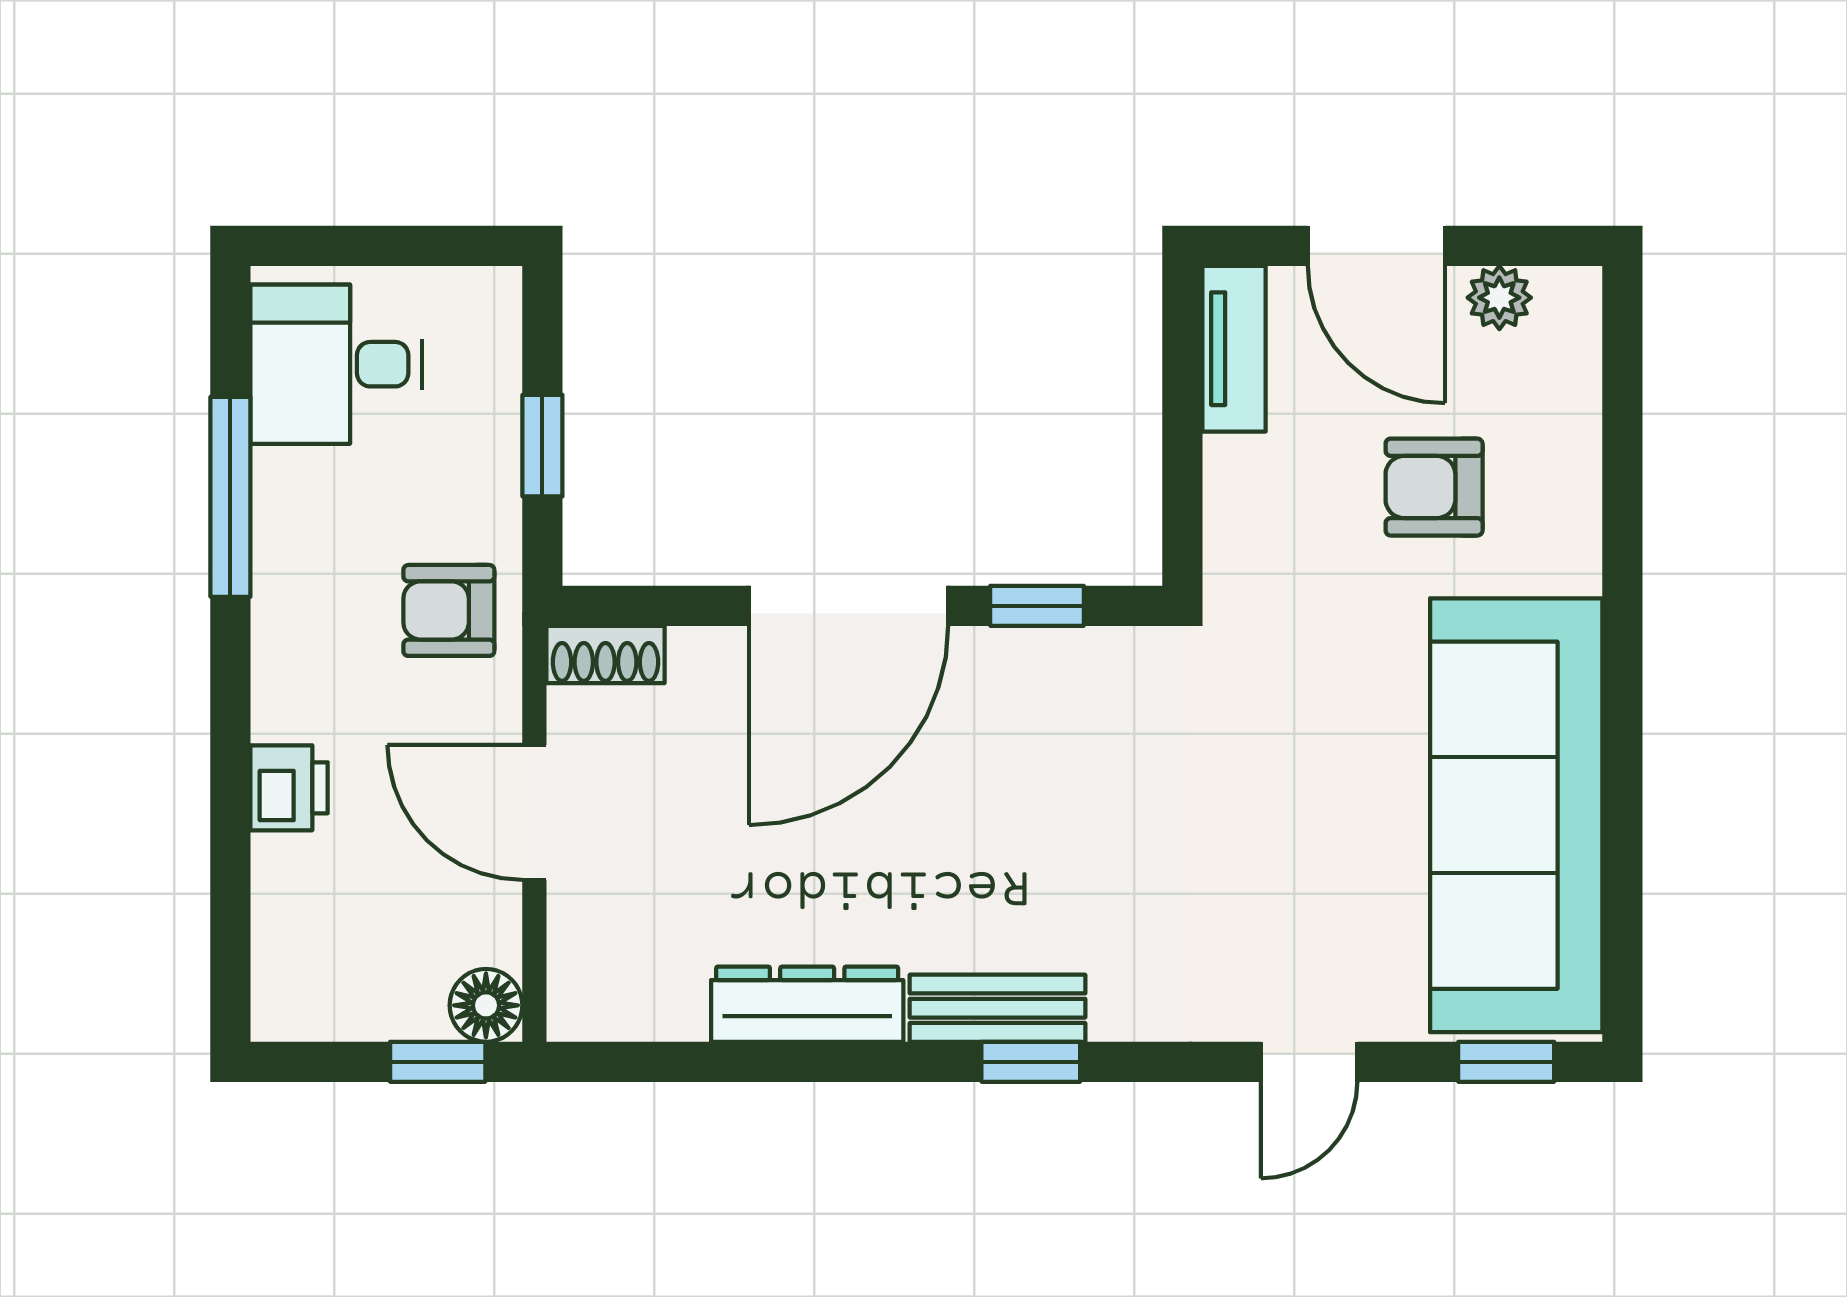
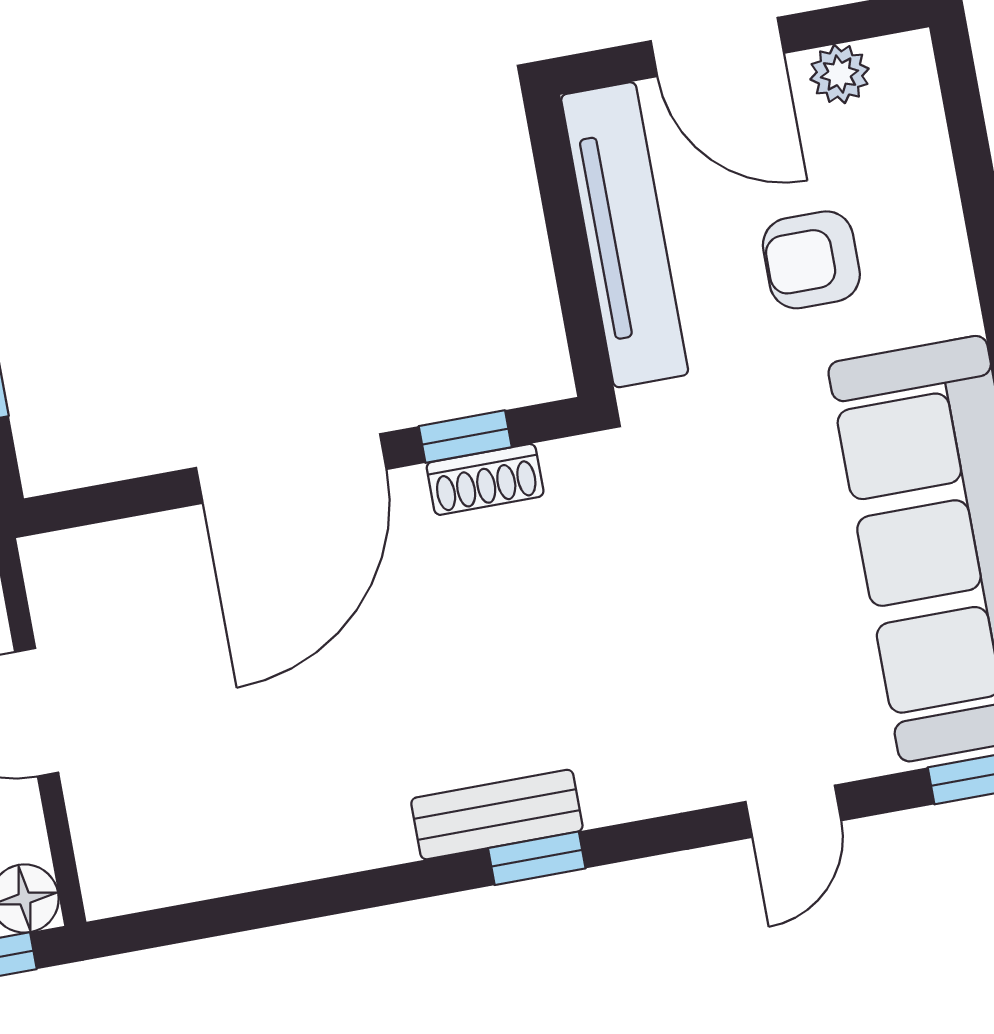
tv unit: (1234, 349) -> (625, 235), width x1.92, depth x1.29
shoe rack: (606, 654) -> (485, 479), moved
dresser: (807, 1004) -> (321, 843), removed

